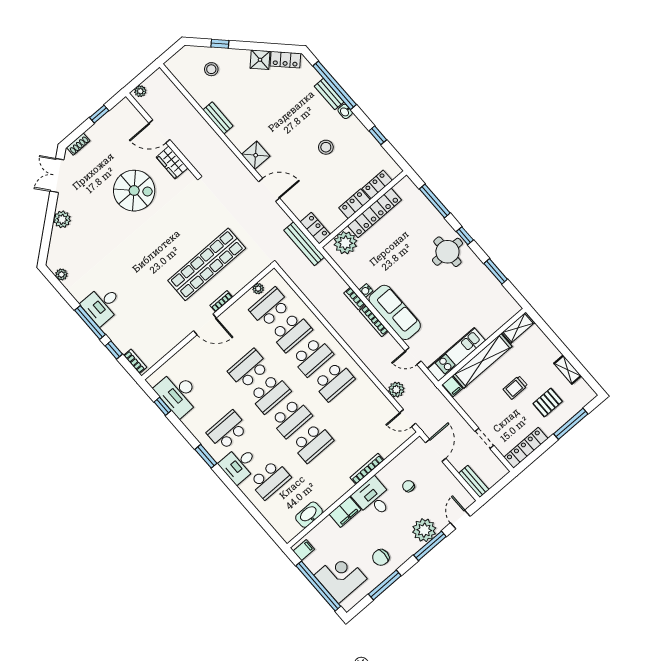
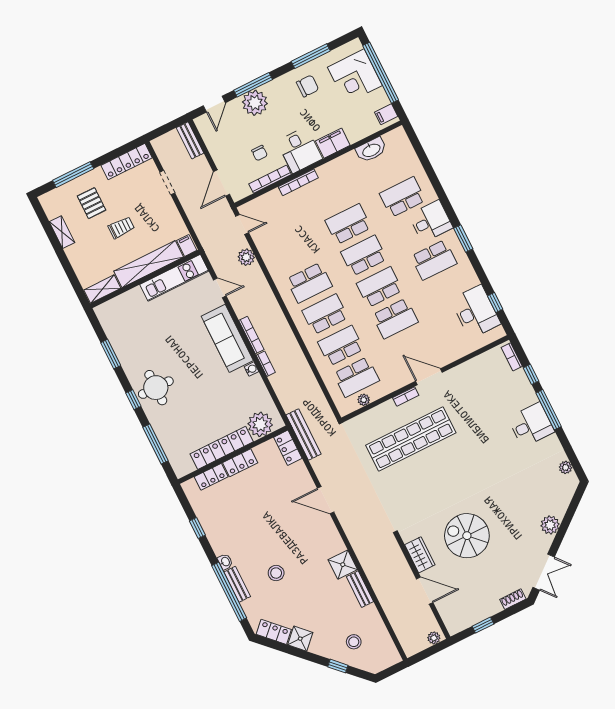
stool: (326, 147) -> (276, 573), moved
shower: (256, 155) -> (343, 565), moved
school desk: (334, 381) -> (309, 283), turned 180
pallet: (548, 402) -> (92, 203), turned 90
bookcase: (393, 465) -> (270, 179), added

